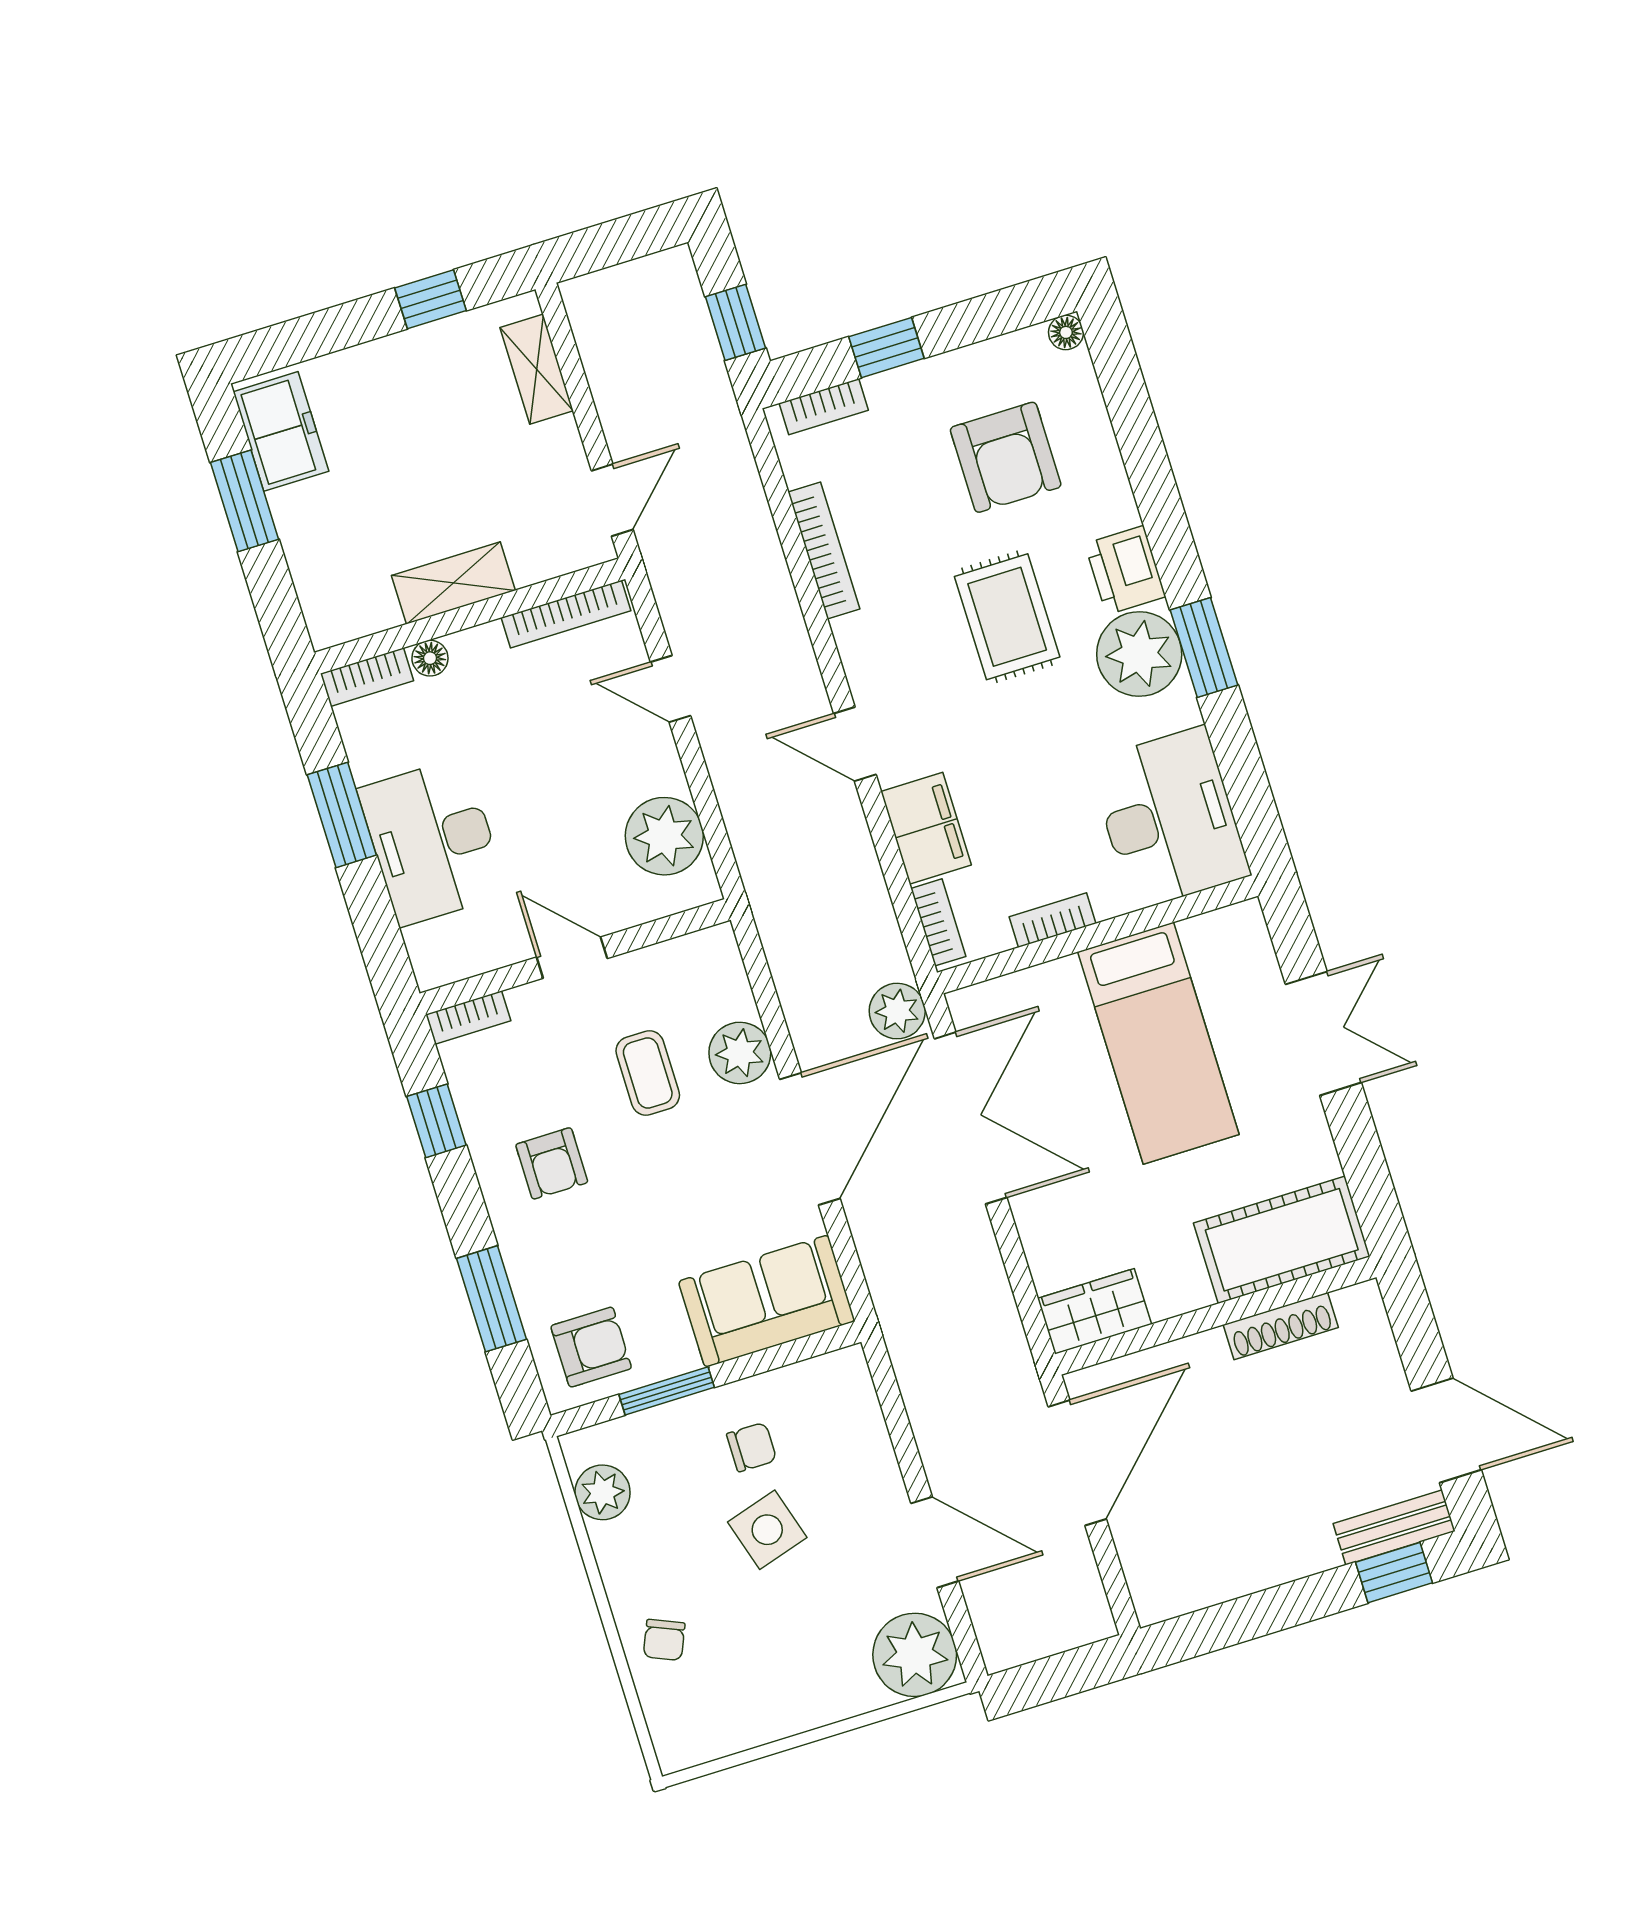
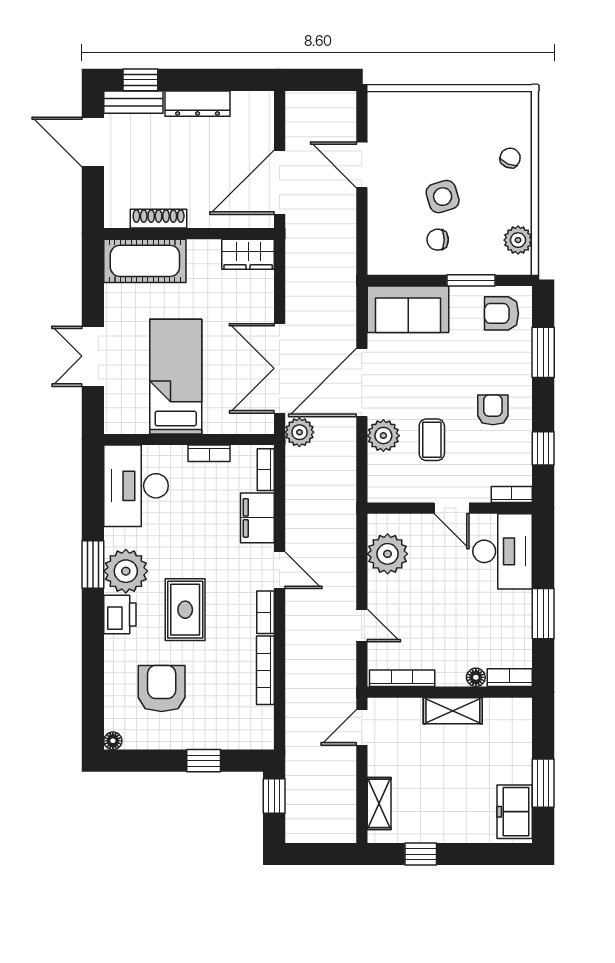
bookcase: (824, 407) -> (266, 612), moved, turned -90
desk: (432, 842) -> (503, 551), moved
dresser: (1275, 1561) -> (198, 104), added
plant: (915, 1655) -> (389, 112), removed

